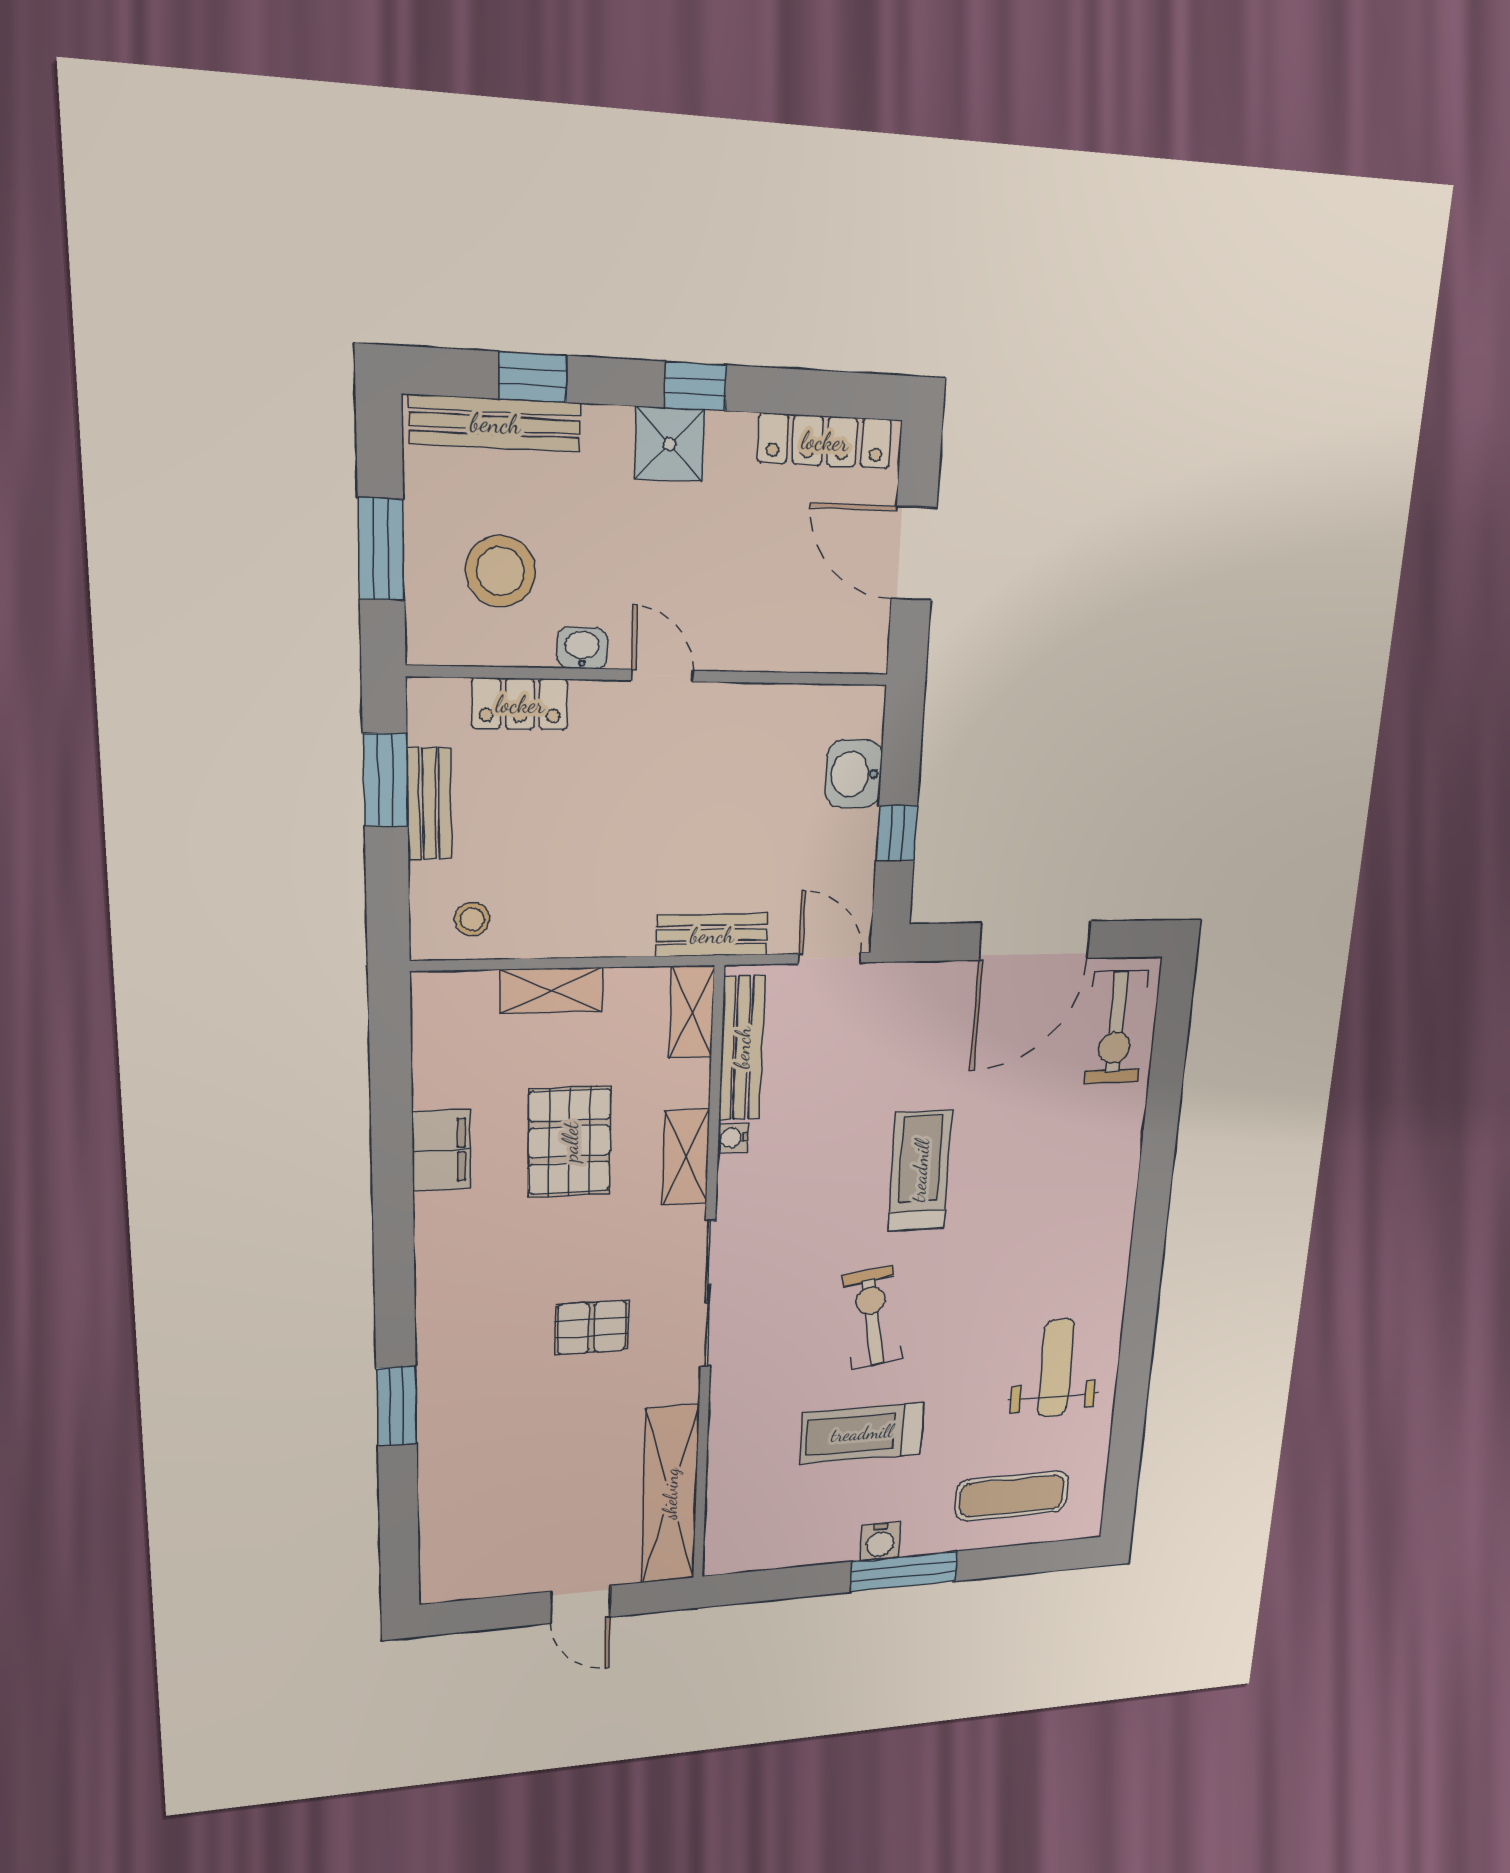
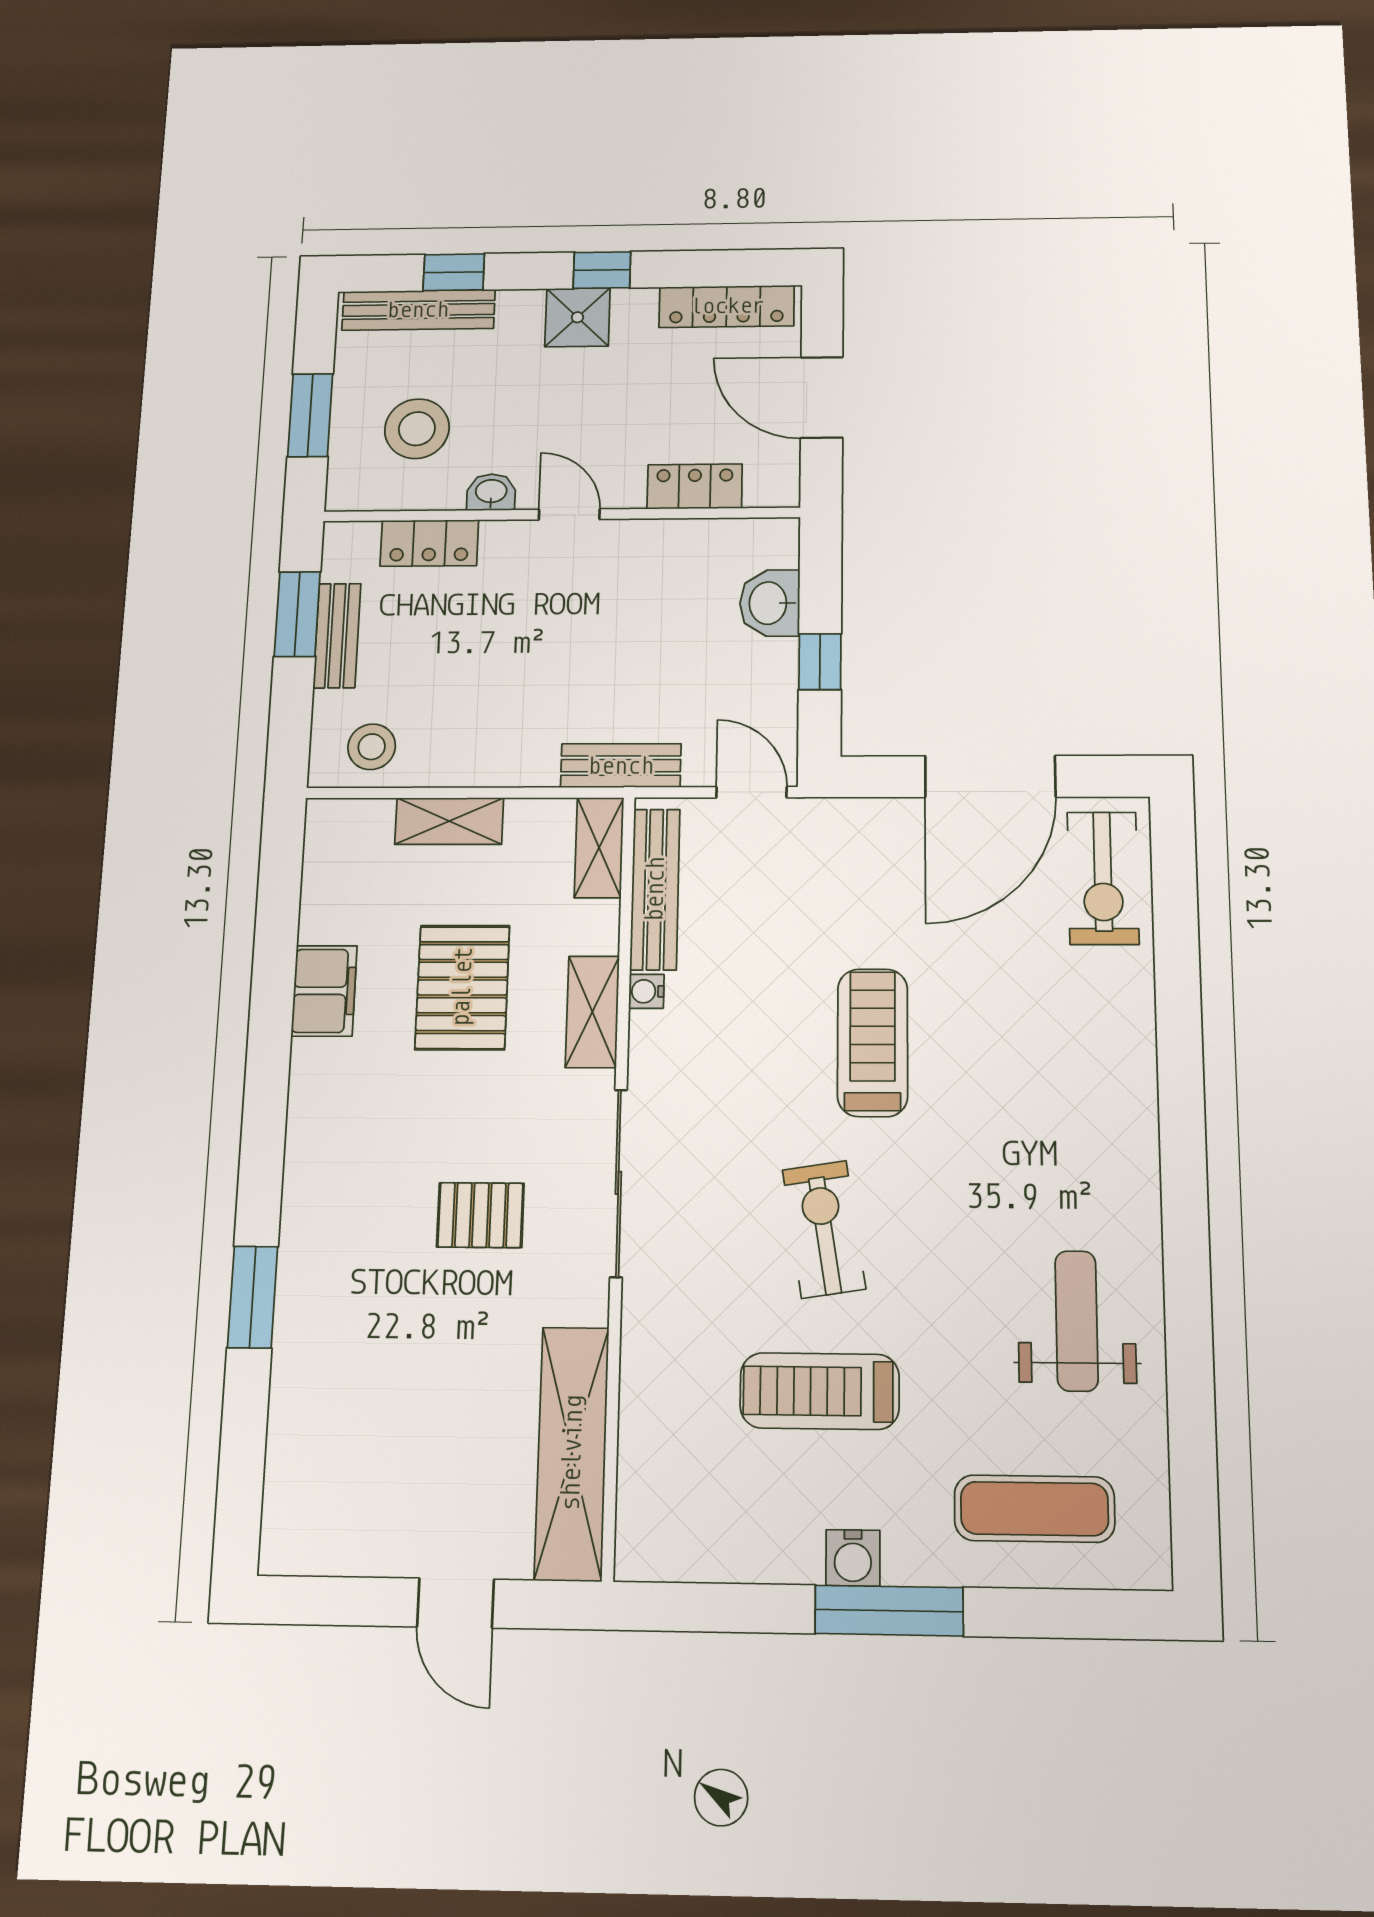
locker: (787, 648) -> (695, 486), added
stool: (472, 919) -> (372, 747), width x1.37, depth x1.37

